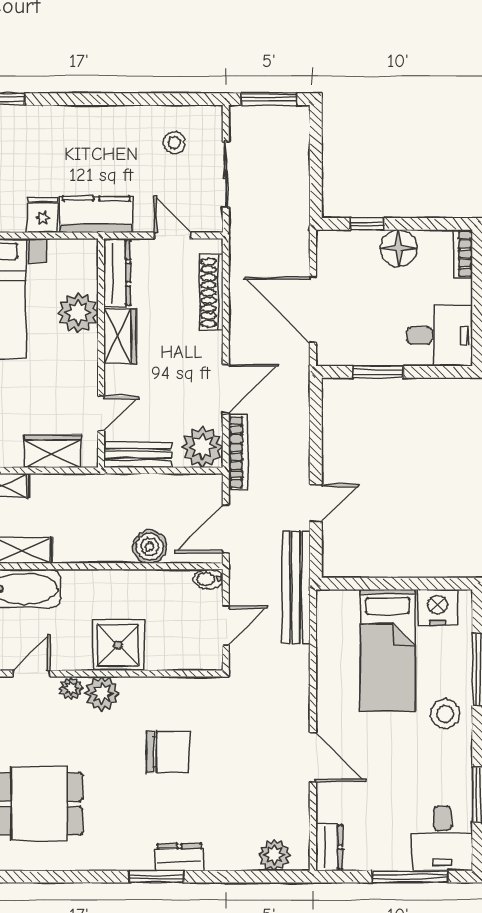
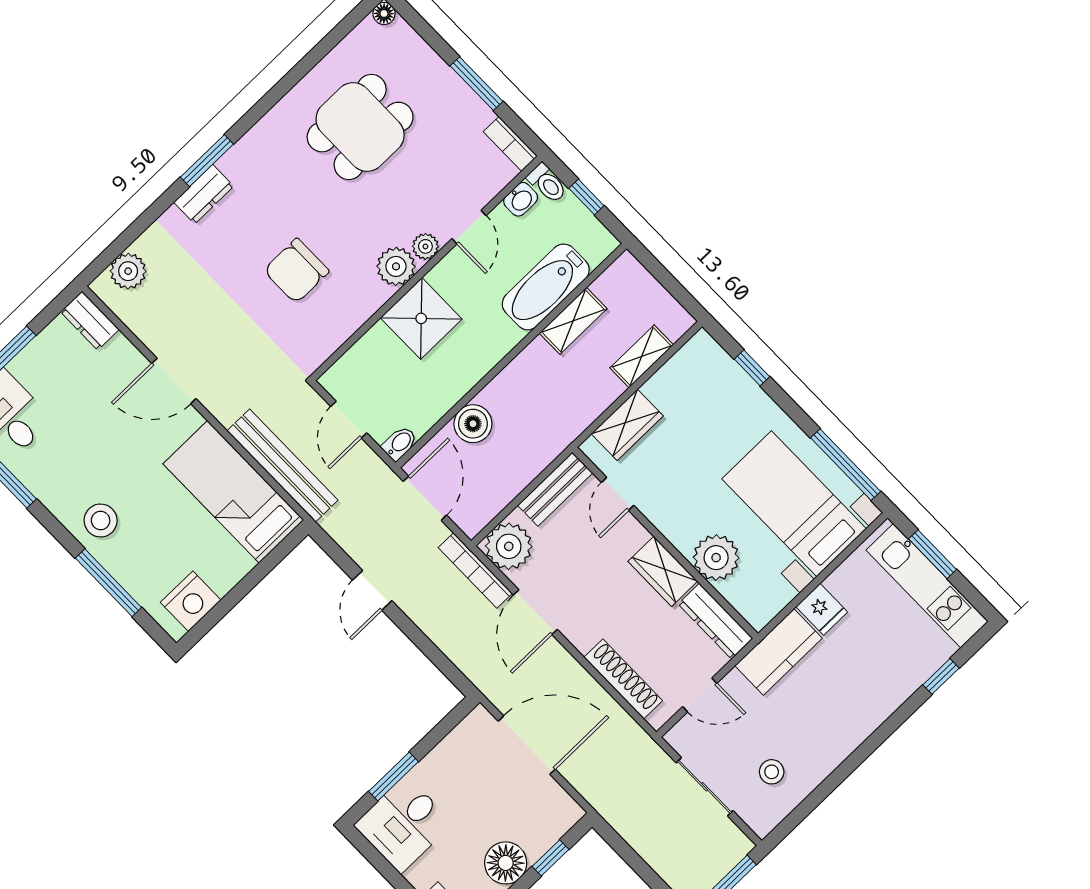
window: (378, 372) -> (394, 776), moved
bench: (296, 587) -> (282, 466), moved
bed: (388, 651) -> (233, 492), moved

